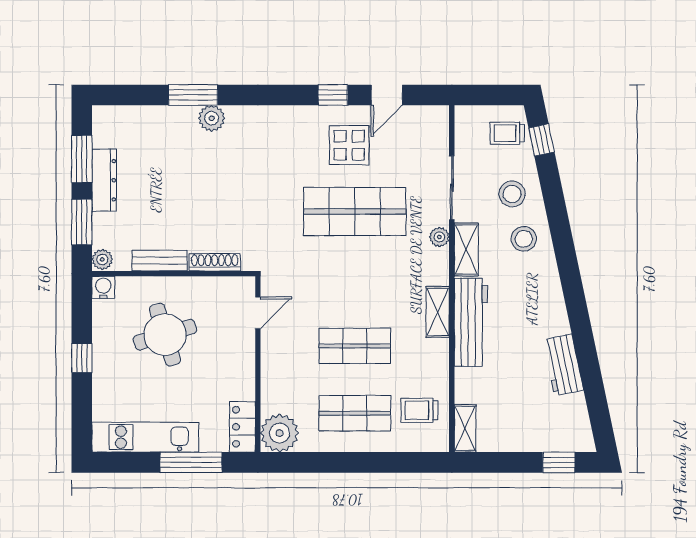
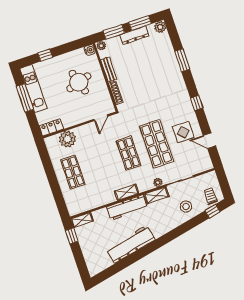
window: (333, 95) -> (197, 103), moved
plant: (212, 118) -> (160, 27), moved
stool: (524, 239) -> (169, 218), removed
door: (258, 313) -> (101, 118), hinge flipped
shop shelf: (355, 346) -> (129, 153), moved
window: (82, 358) -> (45, 55), moved
workbench: (563, 365) -> (131, 244), width x1.88, depth x1.32
trolley: (420, 410) -> (83, 199), removed
plant: (280, 433) -> (67, 139), moved
window: (191, 462) -> (25, 98), moved
window: (559, 462) -> (72, 236), moved

